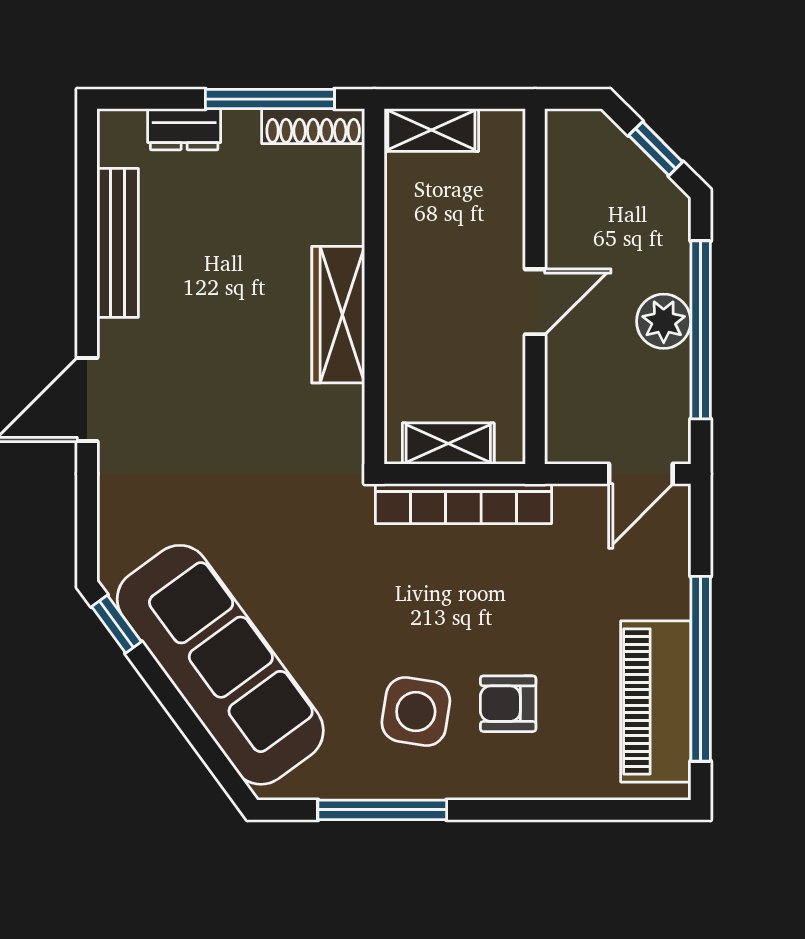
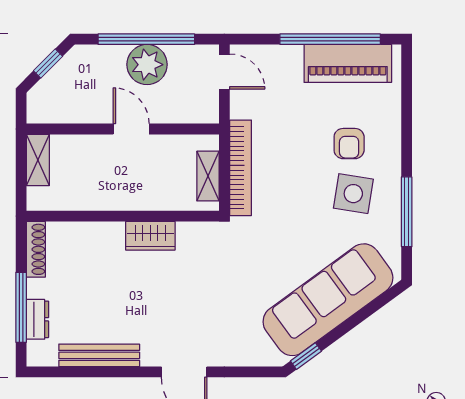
window: (270, 99) -> (21, 307), moved
shelving: (431, 130) -> (38, 160), moved
wardrobe: (338, 315) -> (150, 236), width x0.67
plant: (664, 321) -> (147, 65), width x1.36, depth x1.36

